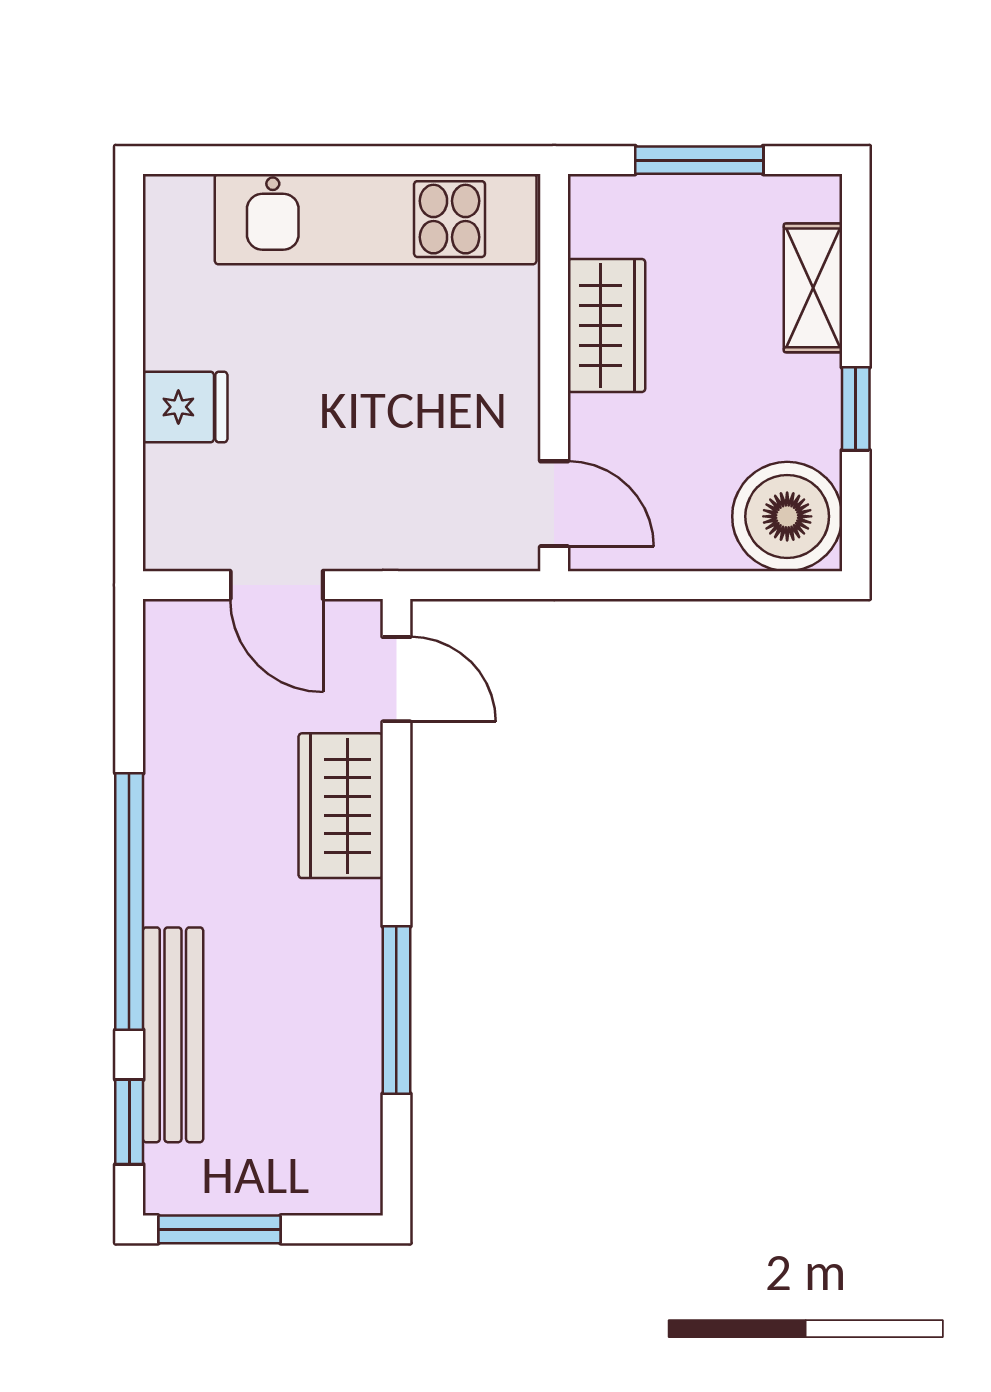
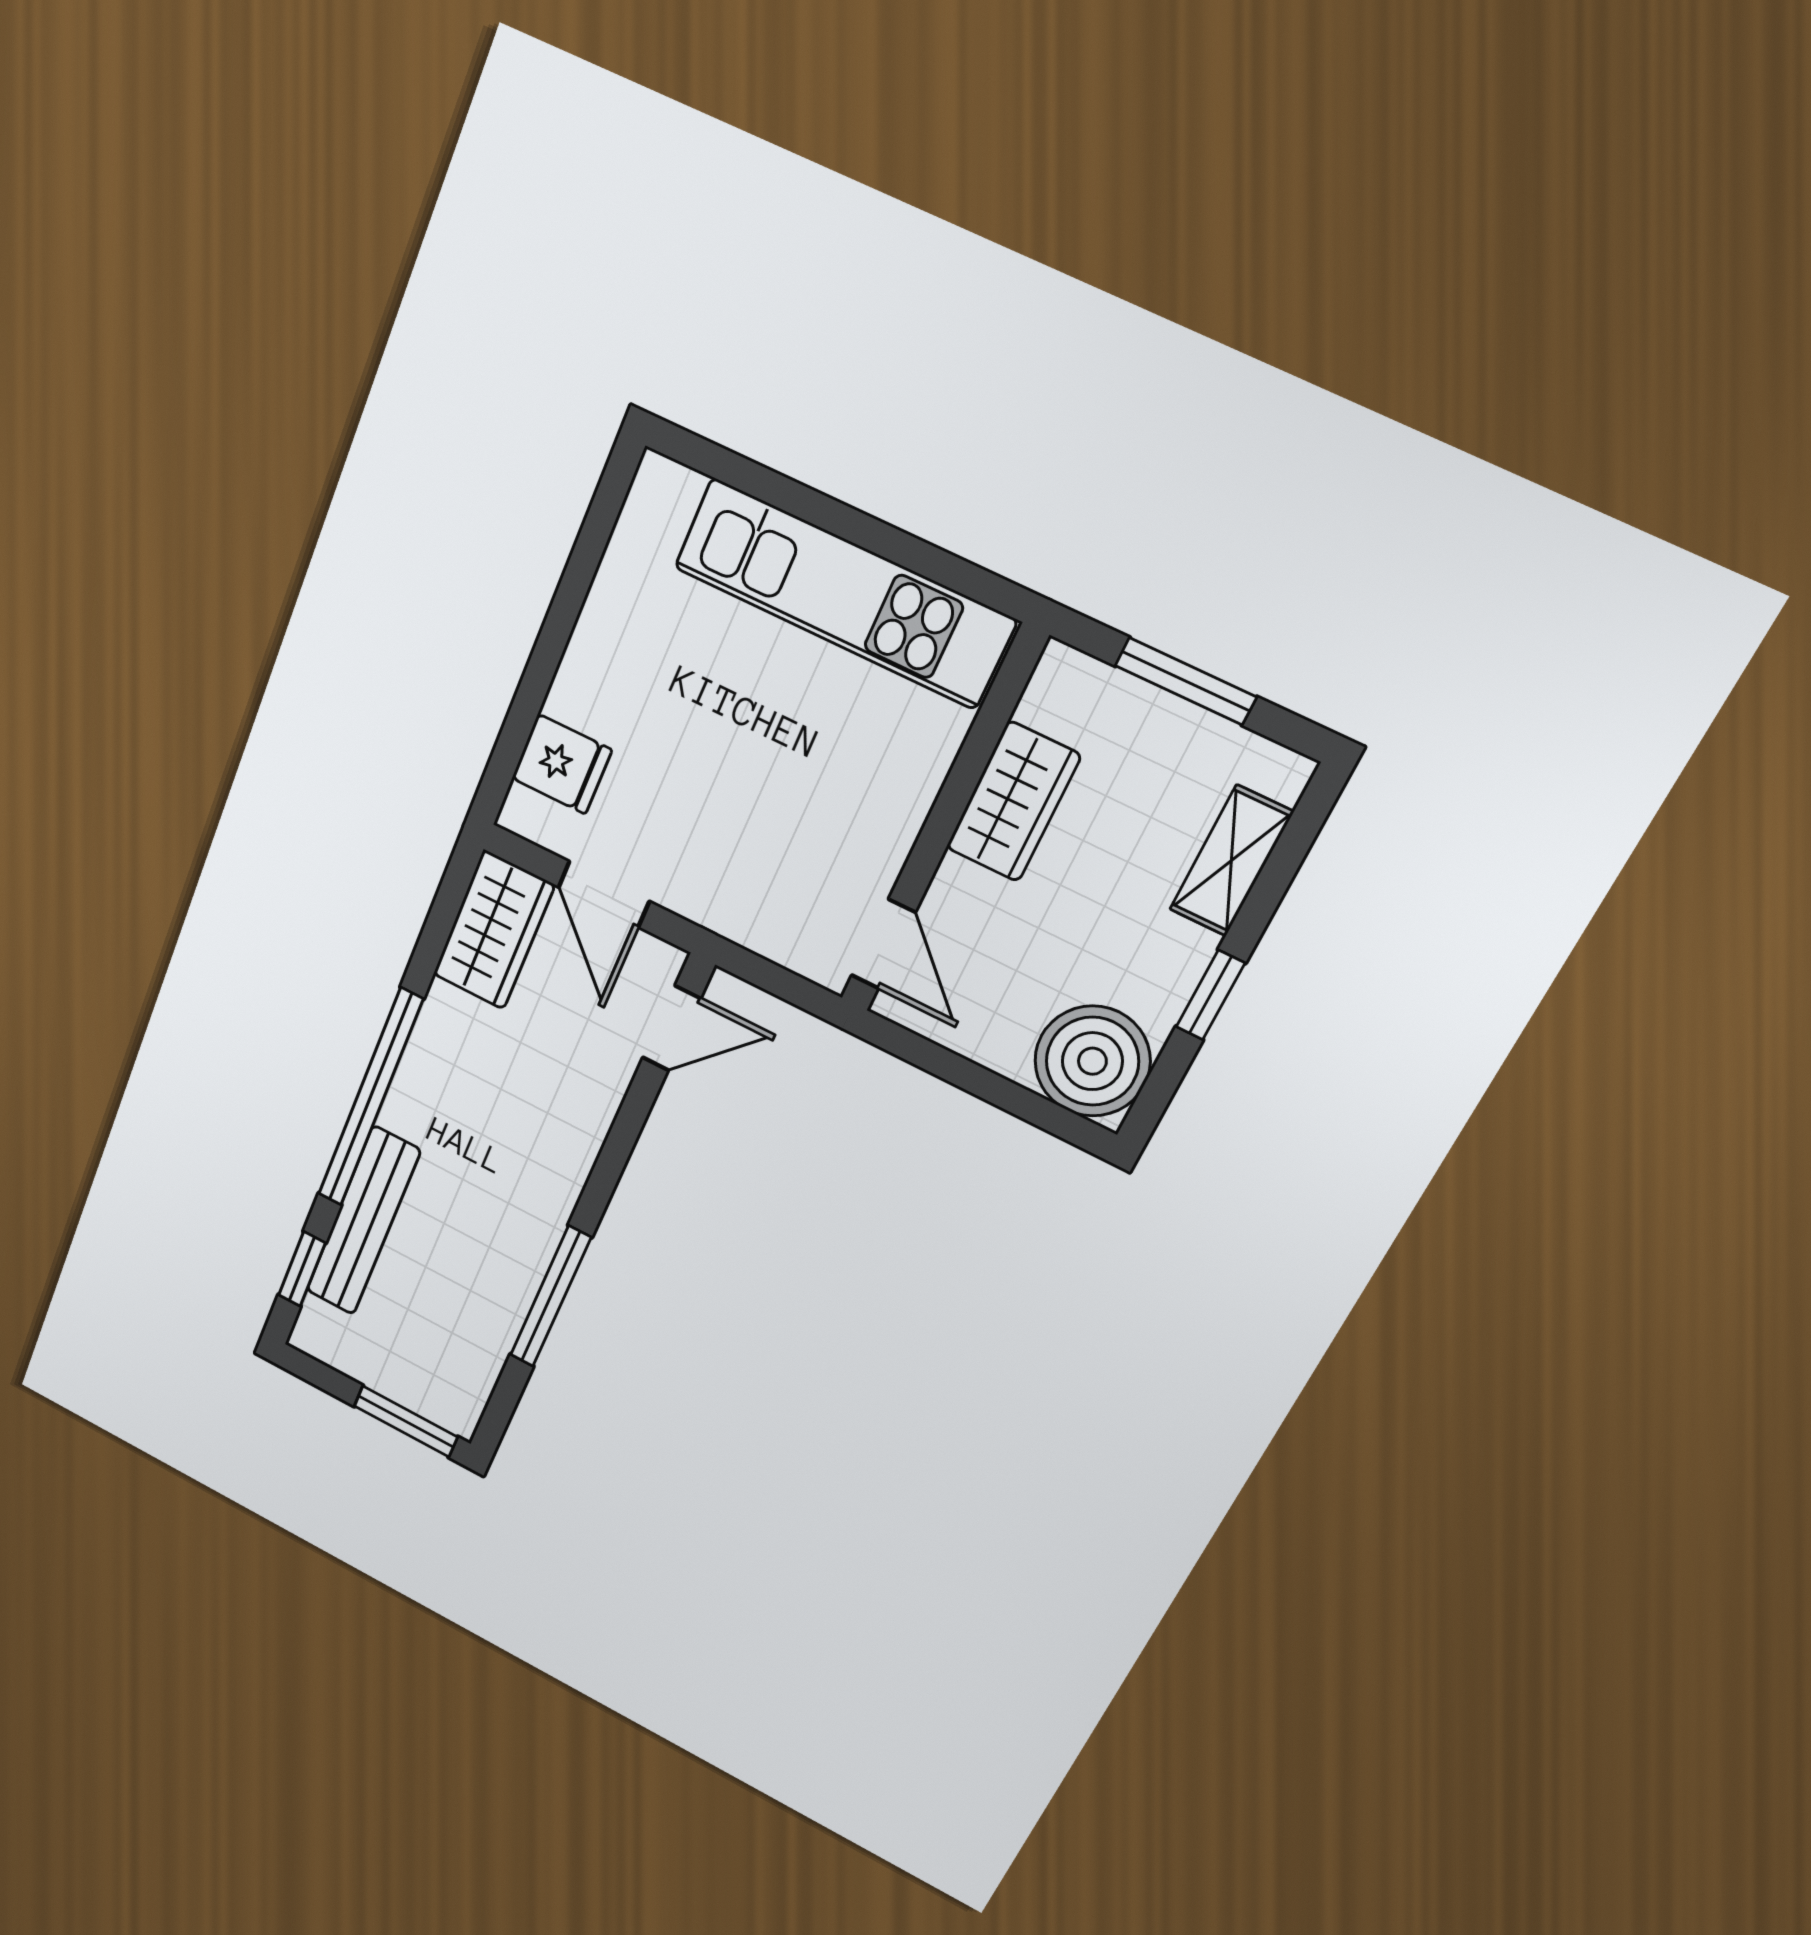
fridge: (185, 407) -> (562, 764), moved
door: (396, 679) -> (672, 1028), hinge flipped
wardrobe: (341, 806) -> (494, 930), moved, turned 180
window: (219, 1229) -> (406, 1421), moved

